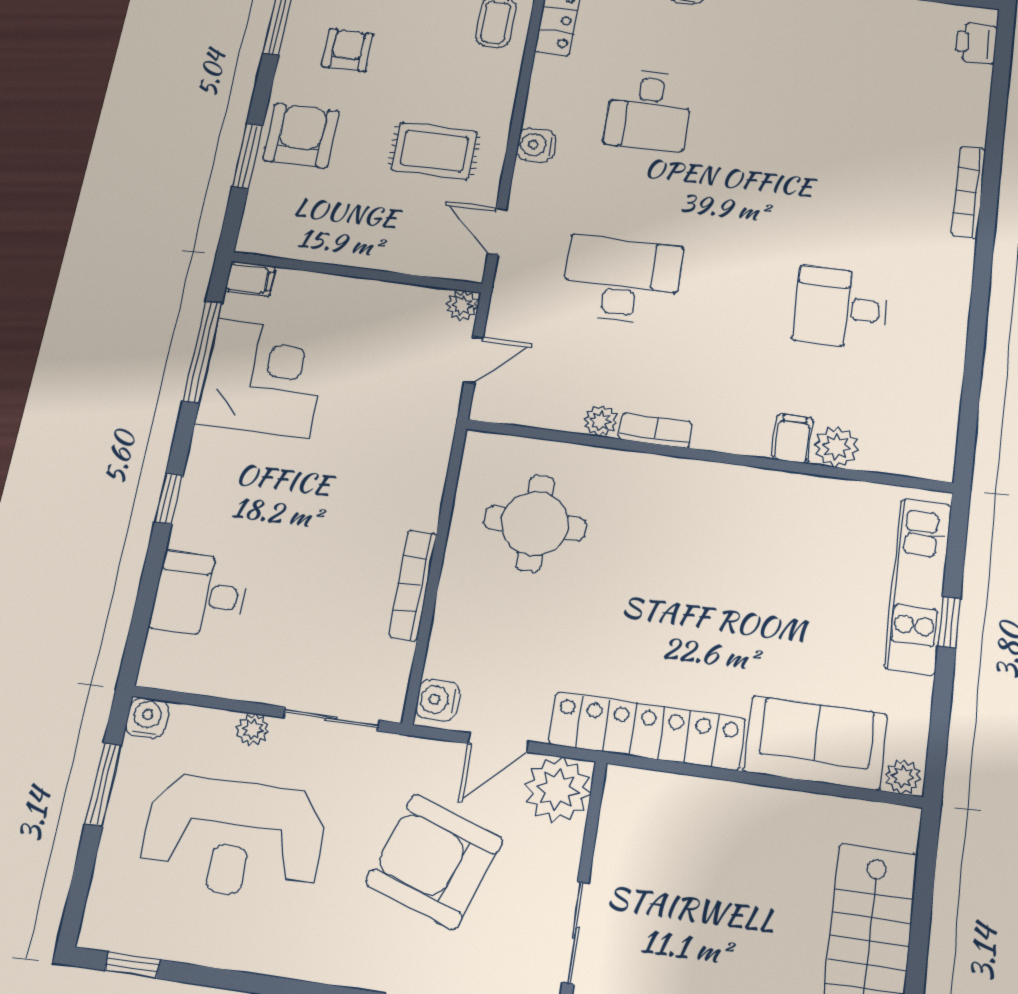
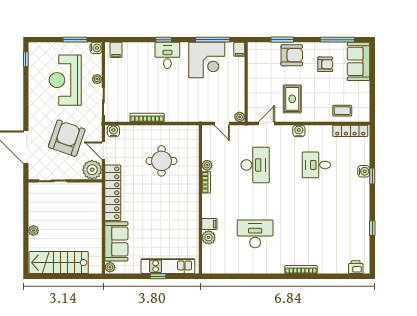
desk: (841, 308) -> (255, 234), width x1.37
round table: (535, 523) -> (162, 161), moved
desk: (200, 595) -> (167, 55), moved
filing cabinet: (168, 653) -> (116, 50), added

